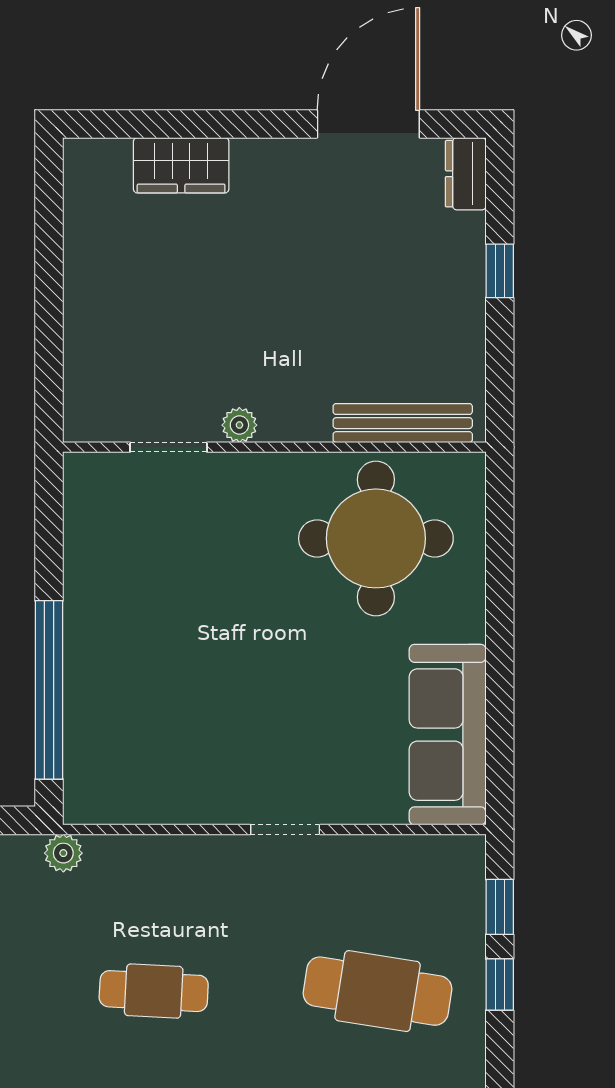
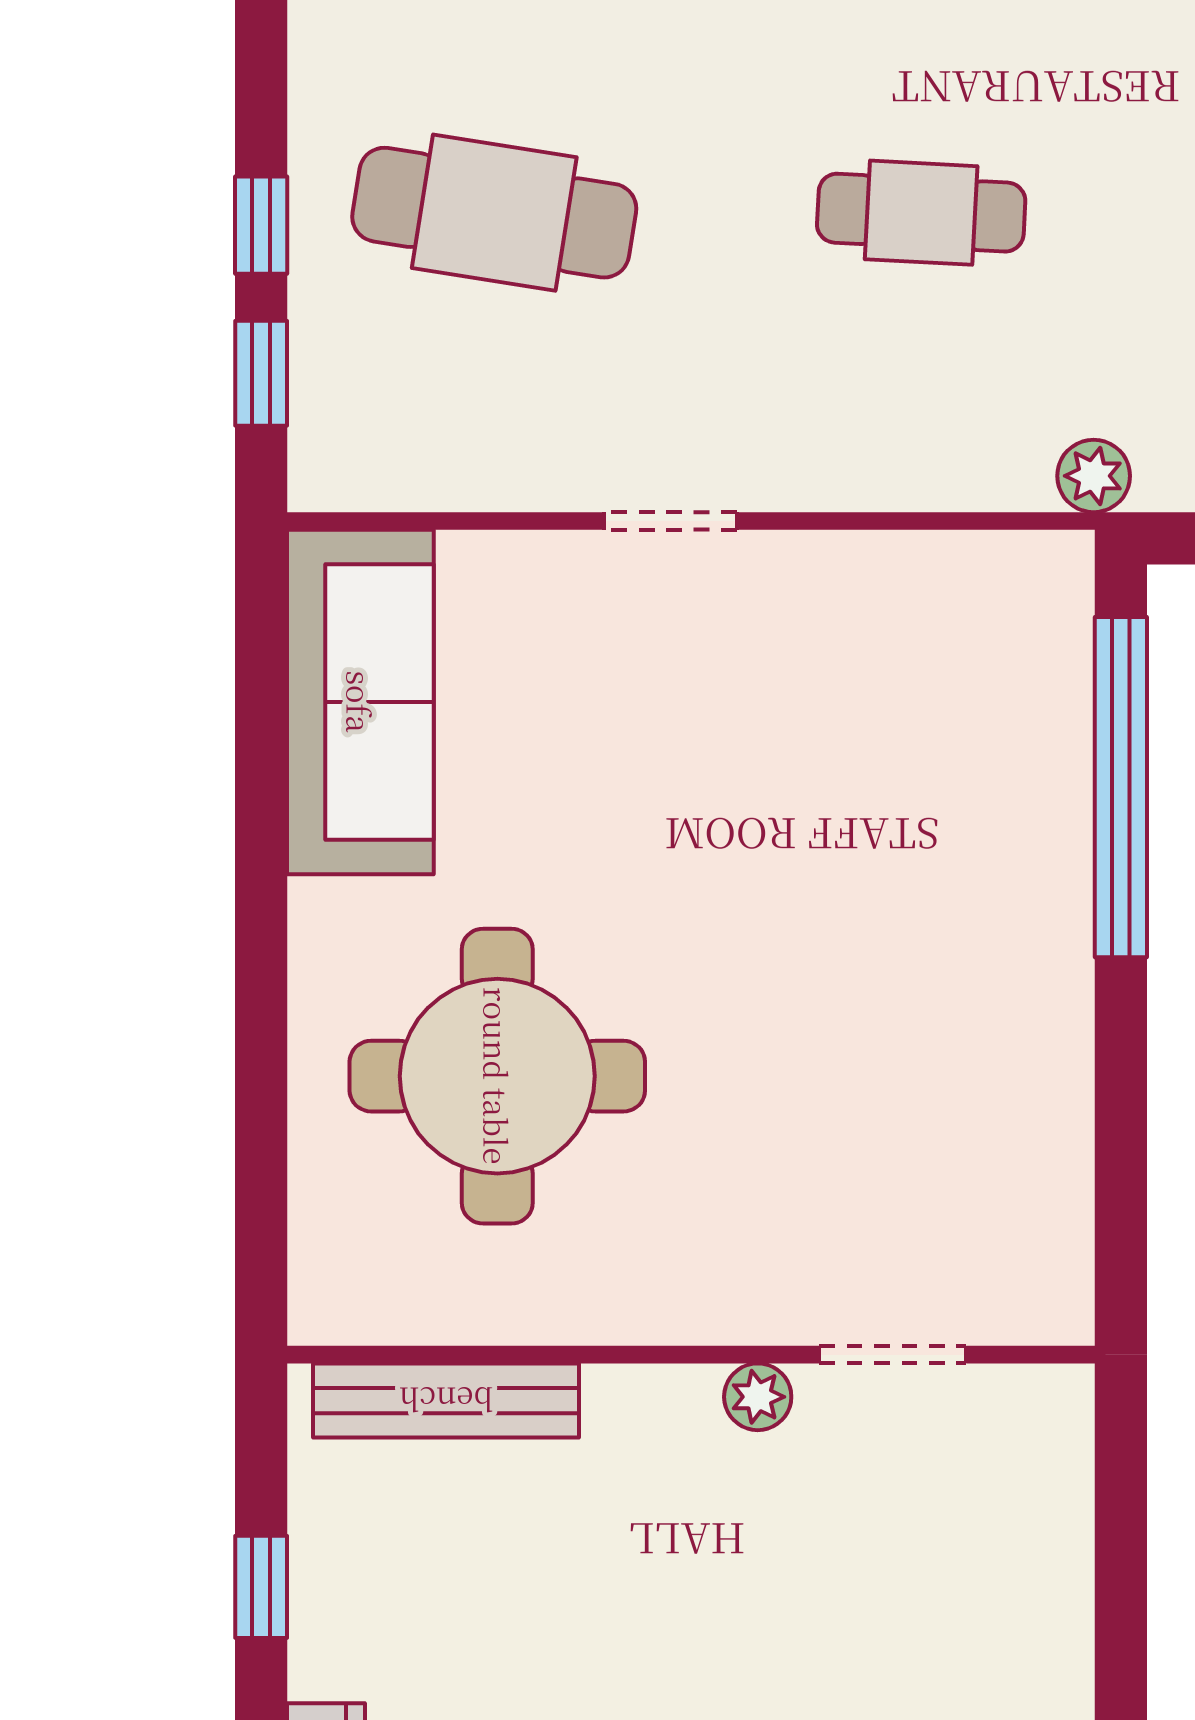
bench: (403, 423) -> (446, 1401), moved
plant: (239, 425) -> (758, 1397), moved
doorway: (169, 447) -> (893, 1355), moved
wall: (274, 447) -> (691, 1355), moved

